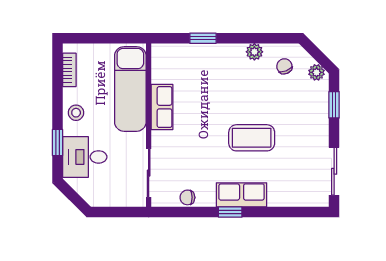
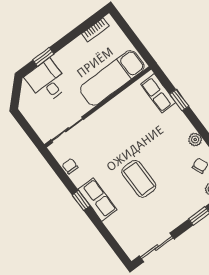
row of seats: (162, 107) -> (158, 93), moved, turned 90
stool: (76, 113) -> (71, 54), removed

